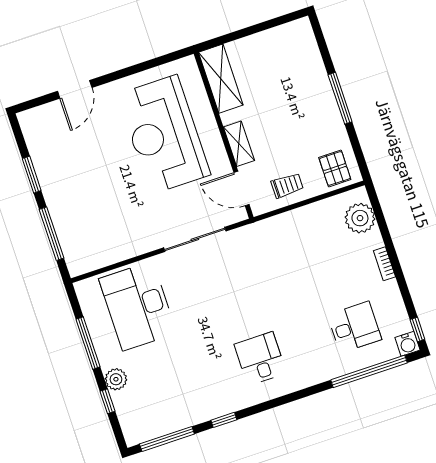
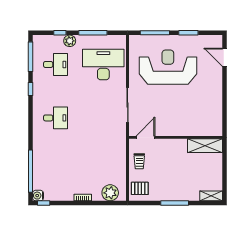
door: (75, 89) -> (225, 57), moved
reception desk: (164, 134) -> (168, 67), moved
shelving: (239, 144) -> (211, 196), moved
desk: (355, 327) -> (56, 64), moved, turned -90

